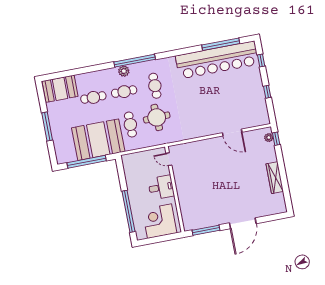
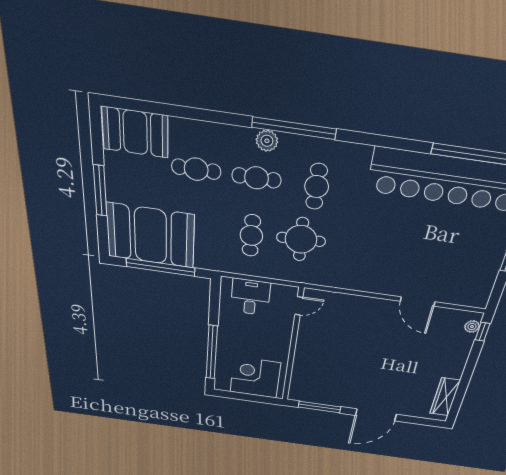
booth: (98, 140) -> (151, 236), moved
door: (169, 159) -> (299, 306), swing flipped
wardrobe: (275, 178) -> (445, 397), moved
desk: (161, 187) -> (250, 297), moved, turned -90

